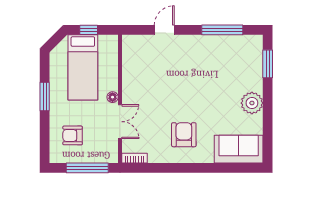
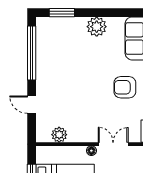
window: (222, 30) -> (32, 53), width x1.46
plant: (131, 61) -> (59, 135), added

